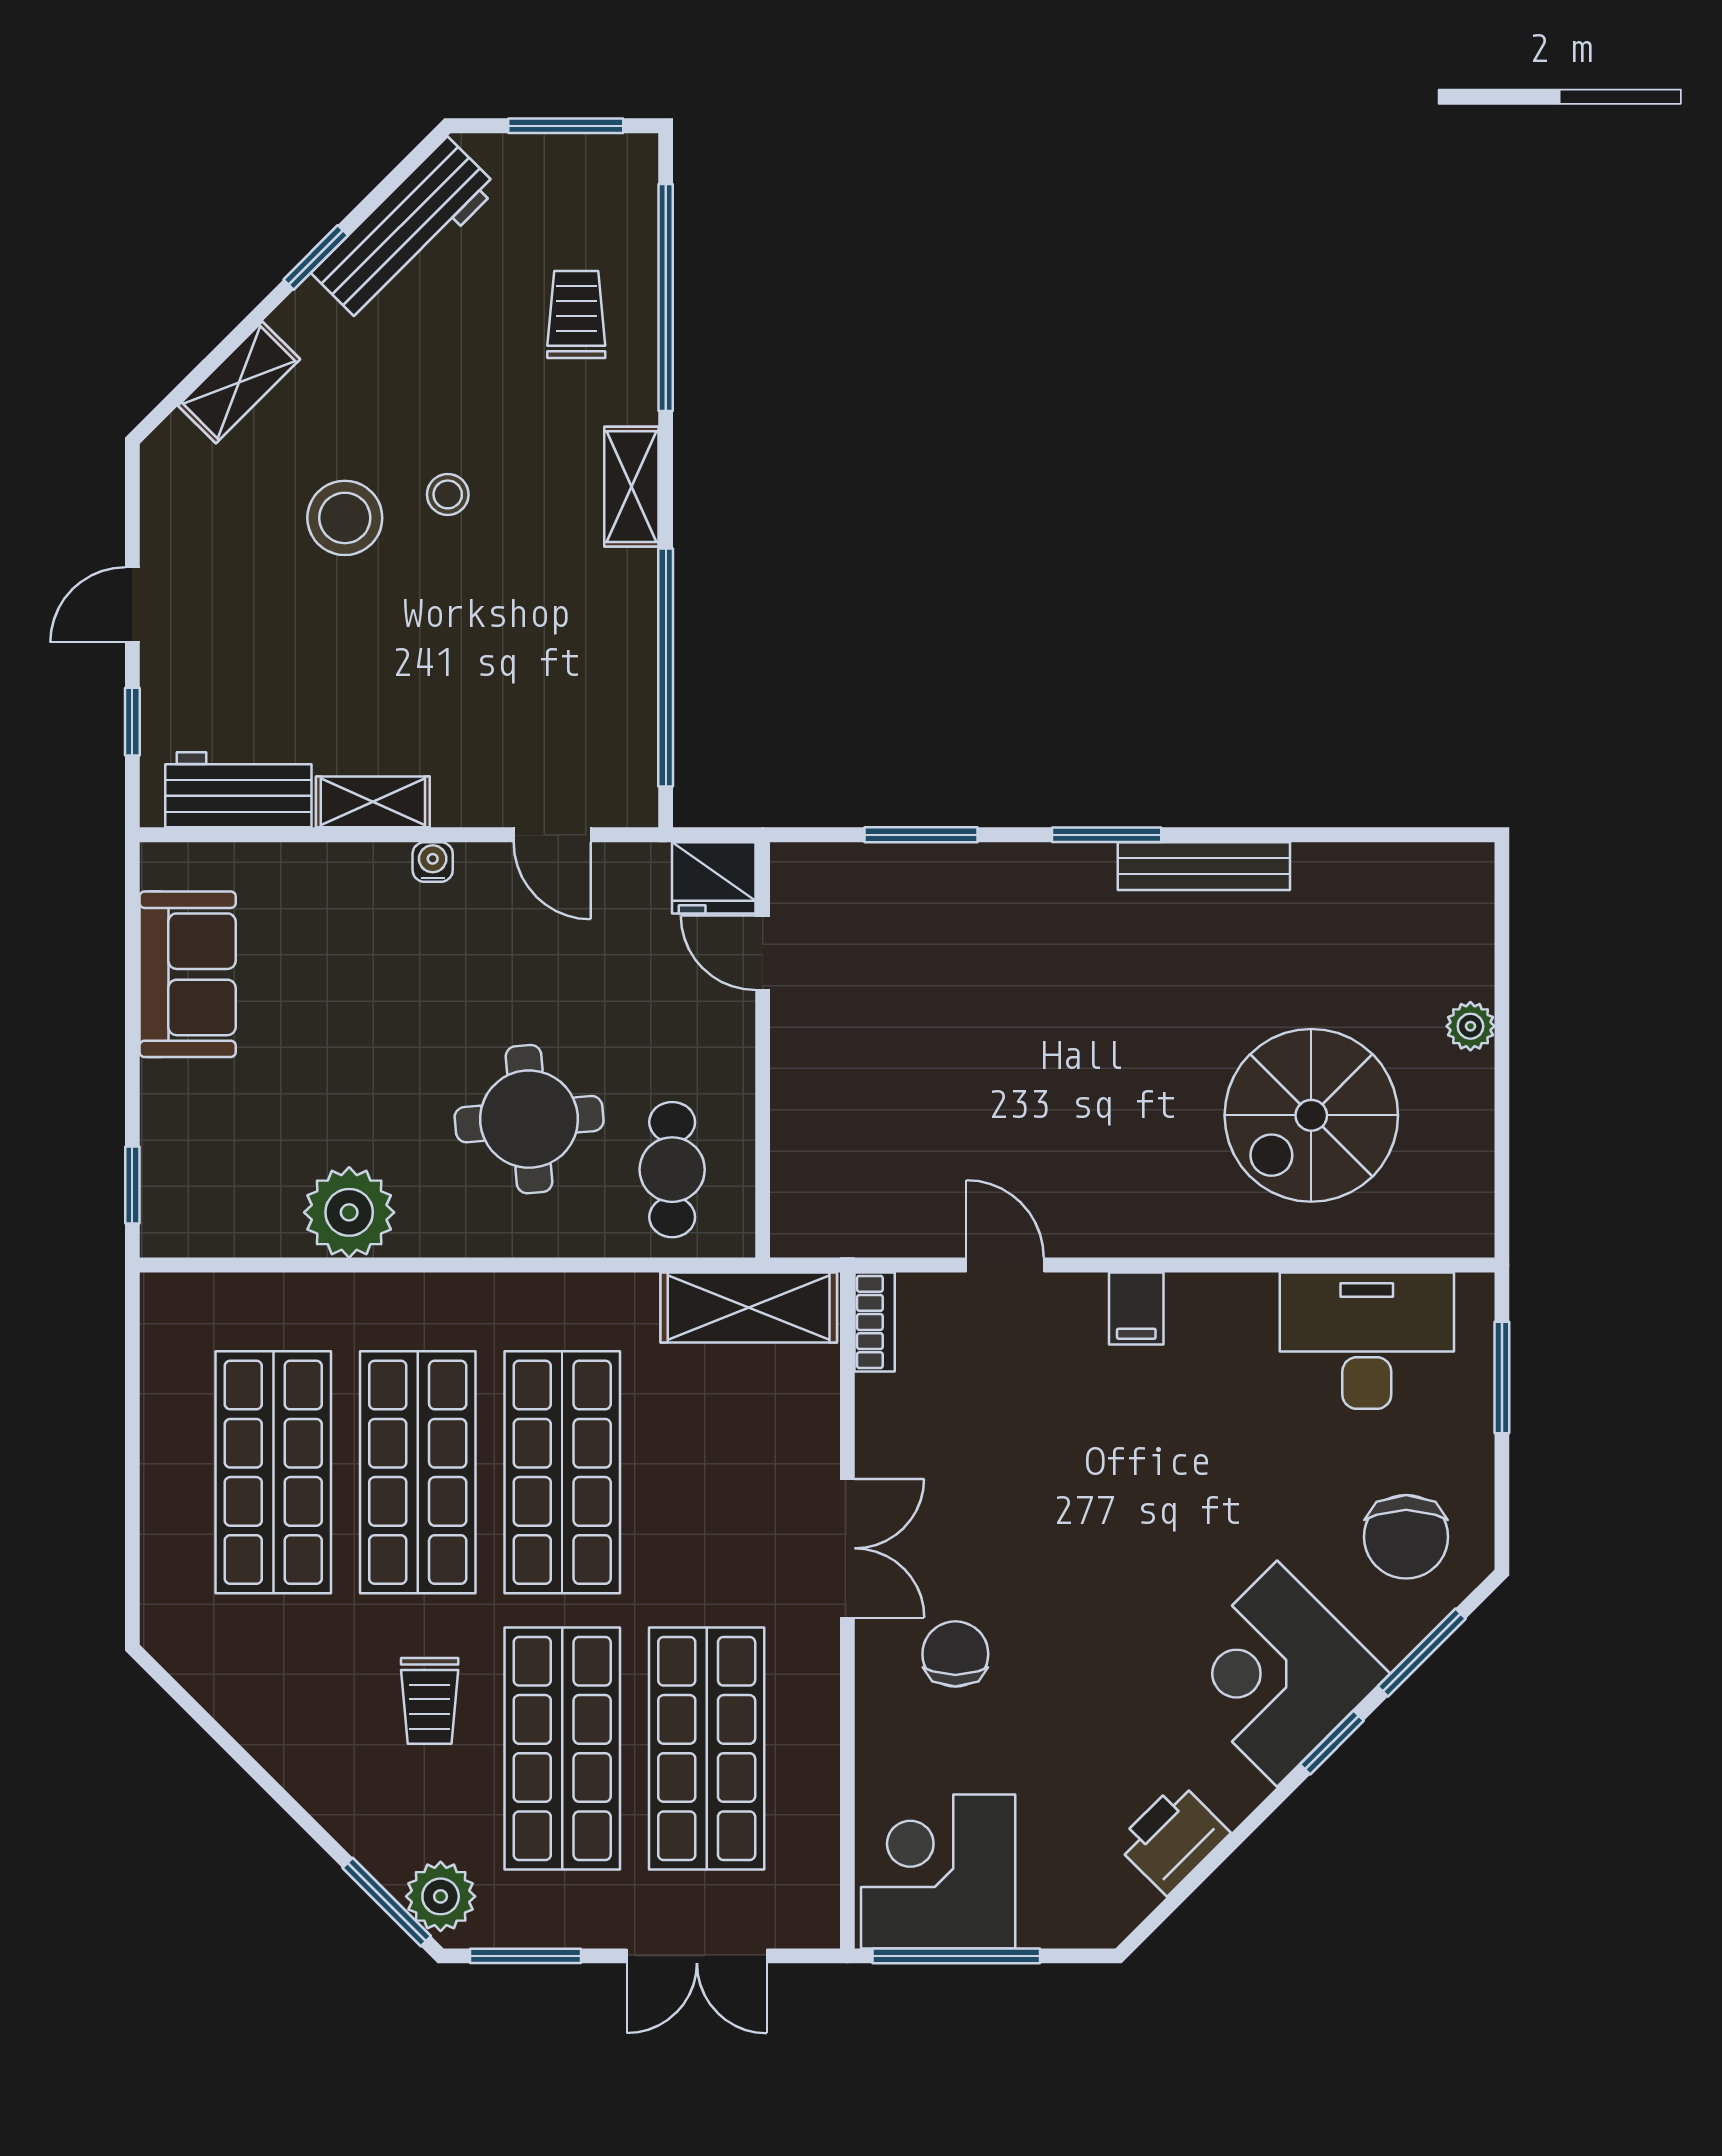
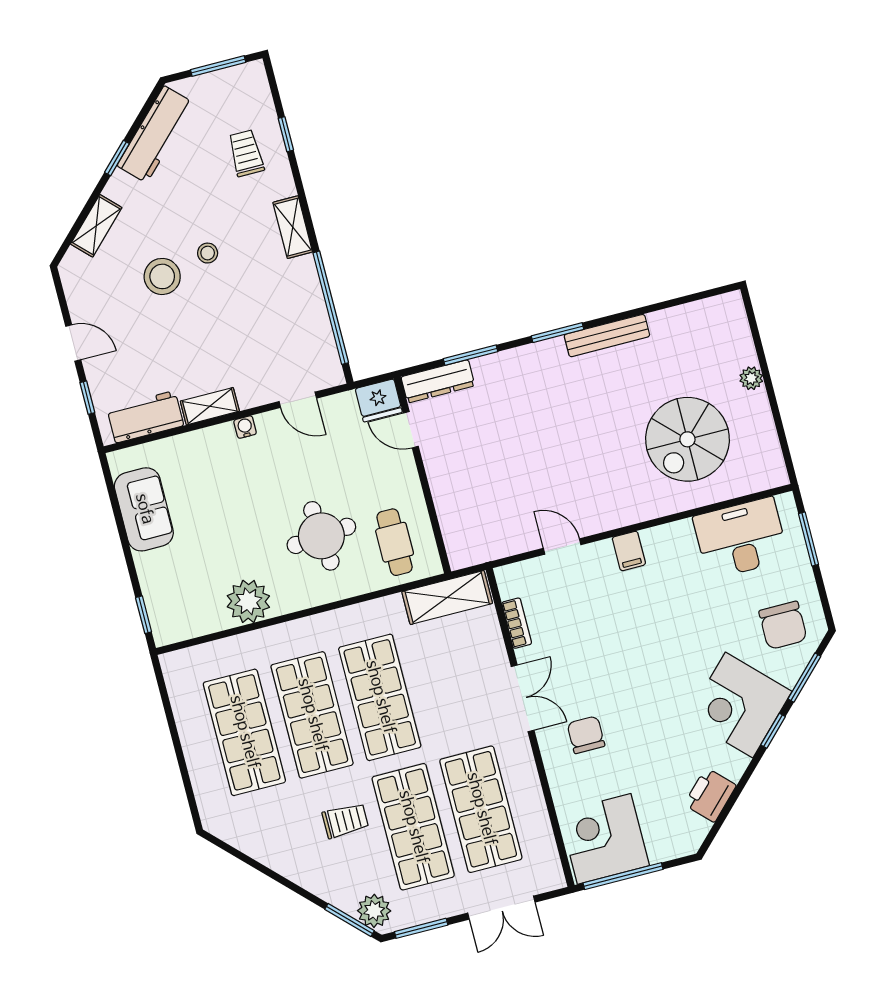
window: (666, 297) -> (286, 134), width x0.32
door: (132, 605) -> (73, 343), swing flipped
dresser: (842, 870) -> (438, 381), added
bookcase: (875, 1322) -> (517, 623), moved
trolley: (430, 1701) -> (345, 821), turned -90

